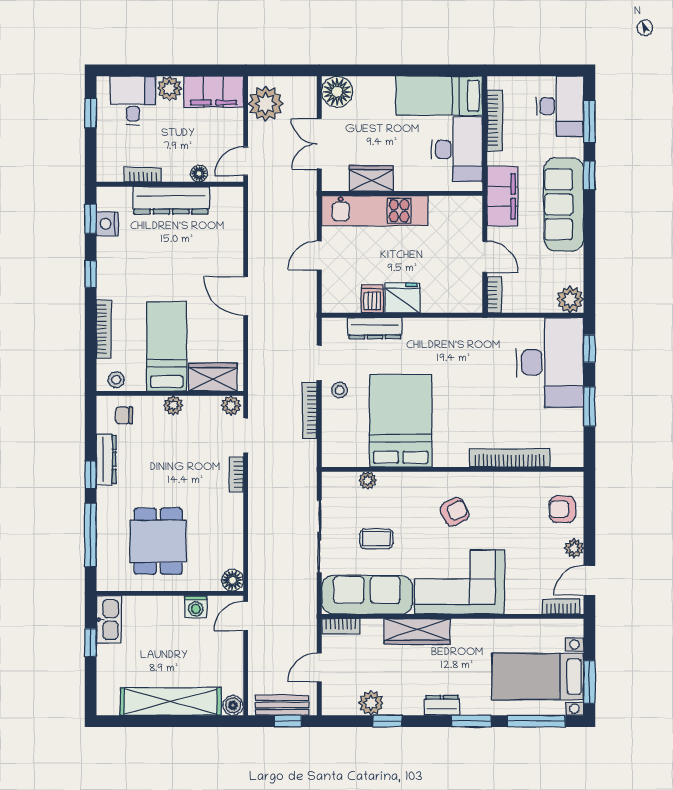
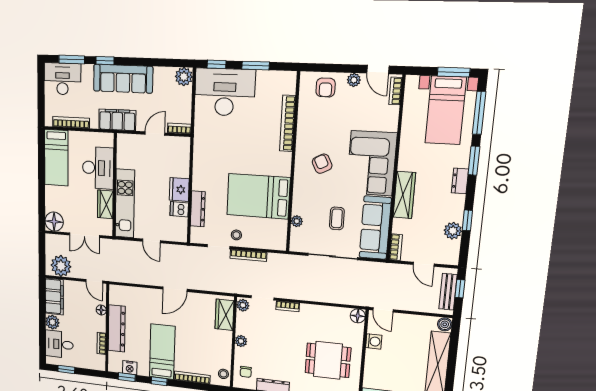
desk: (457, 149) -> (98, 168), moved, turned 90
bed: (167, 346) -> (162, 352), moved, turned 90

